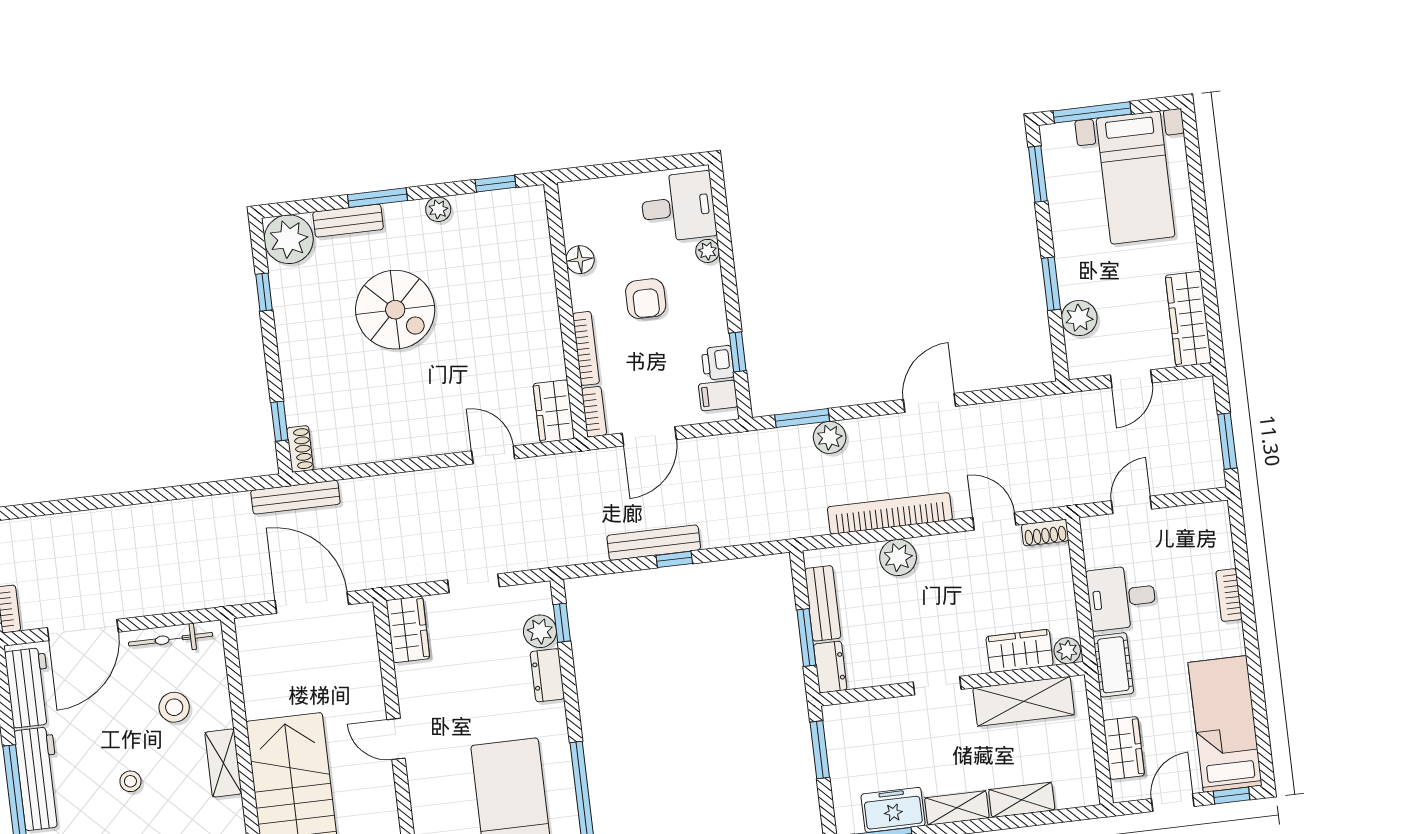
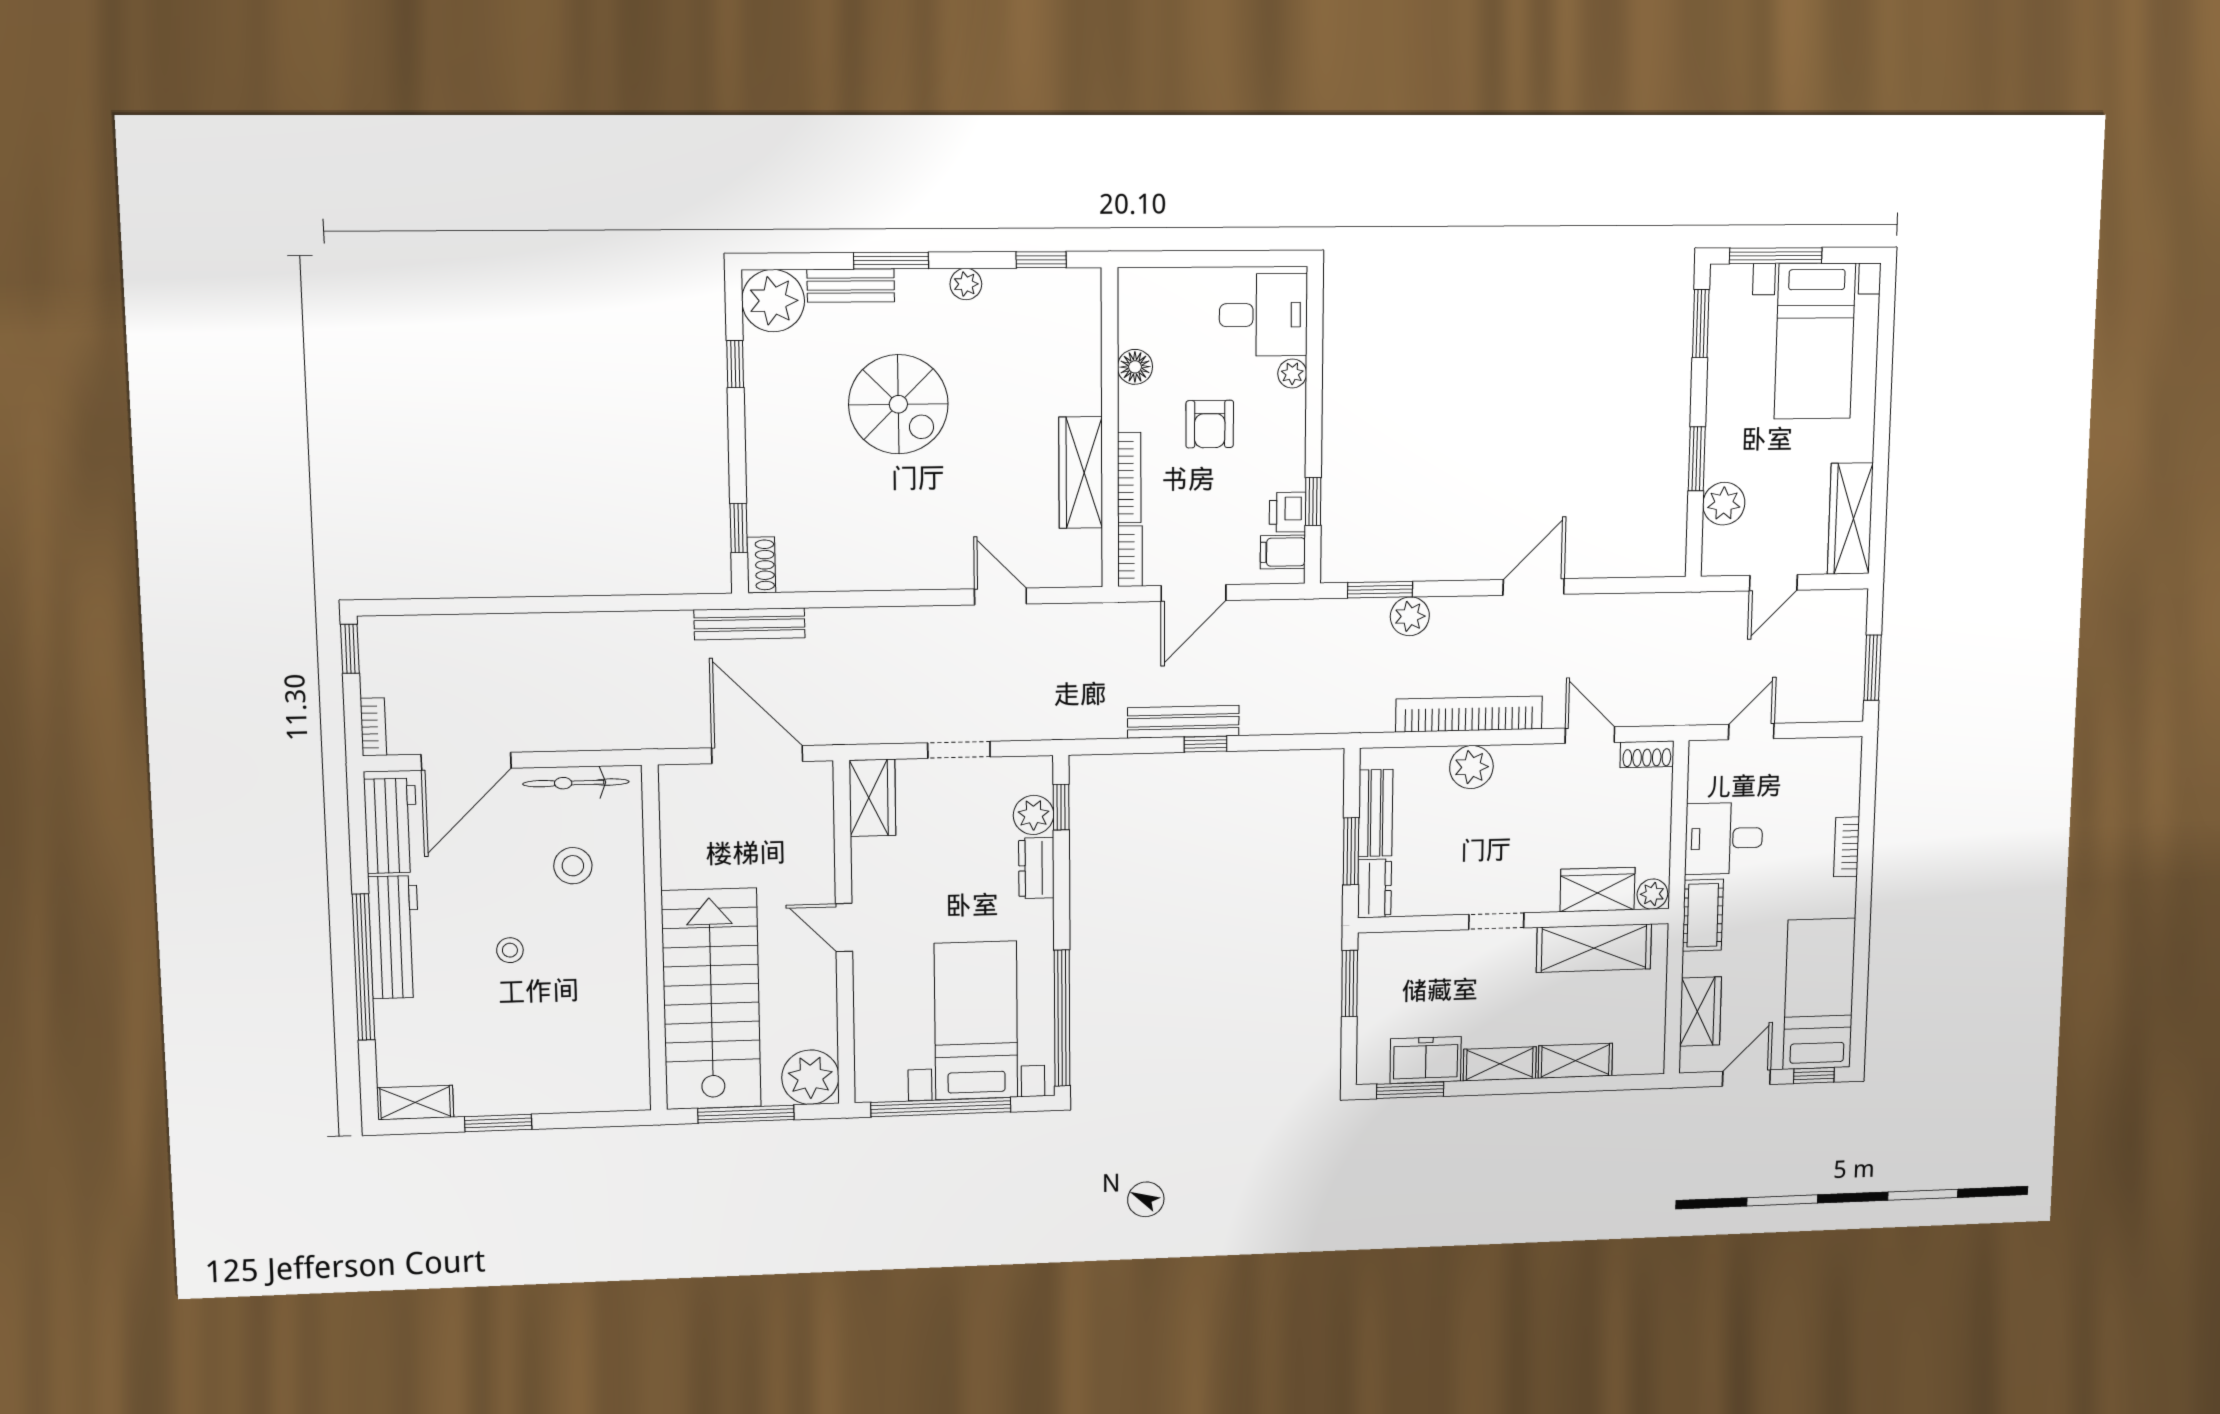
wardrobe: (554, 411) -> (1081, 473), moved, width x1.50
shelving: (223, 763) -> (628, 938), removed

